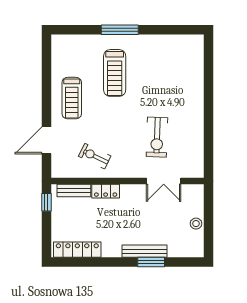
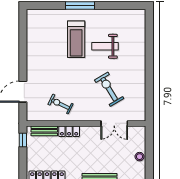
weight bench: (152, 82) -> (105, 46), added
treadmill: (72, 98) -> (43, 59), removed
exercise bike: (157, 137) -> (109, 89), turned 147

